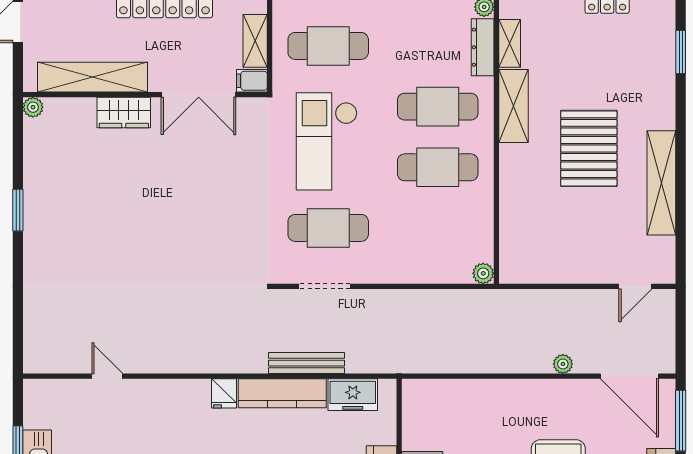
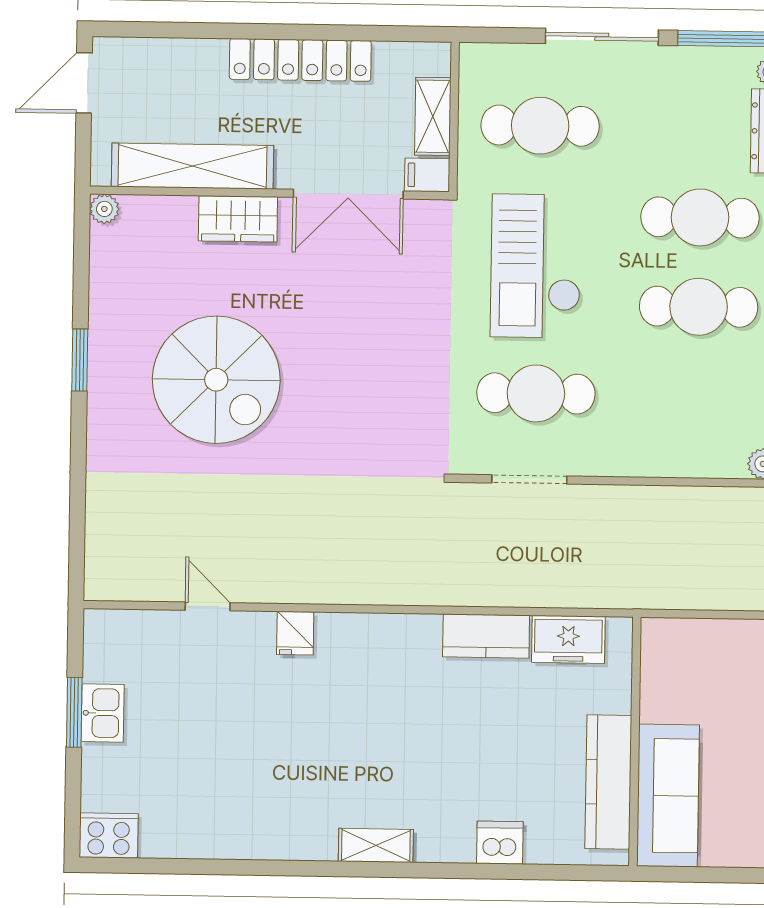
spiral stairs: (111, 222) -> (216, 380), added
bench: (306, 363) -> (501, 592), removed
fridge: (224, 393) -> (295, 633), moved
kitchen counter: (282, 393) -> (486, 636), width x0.67

